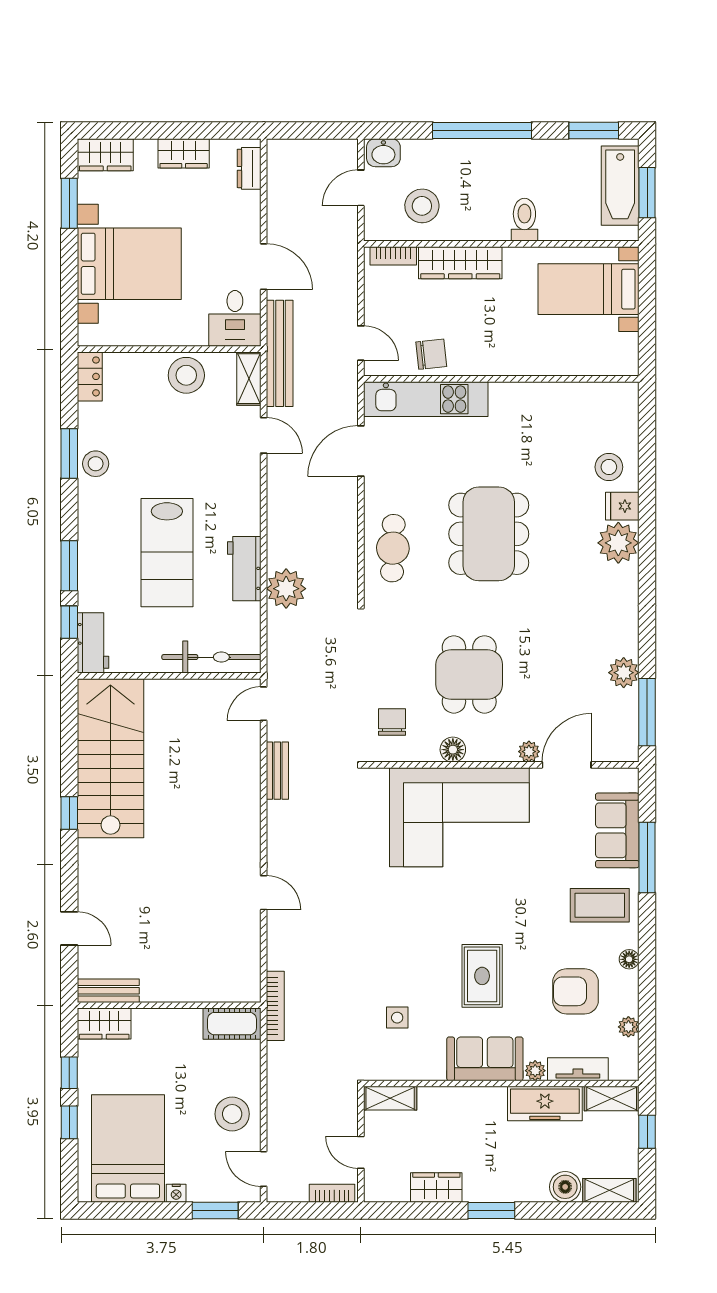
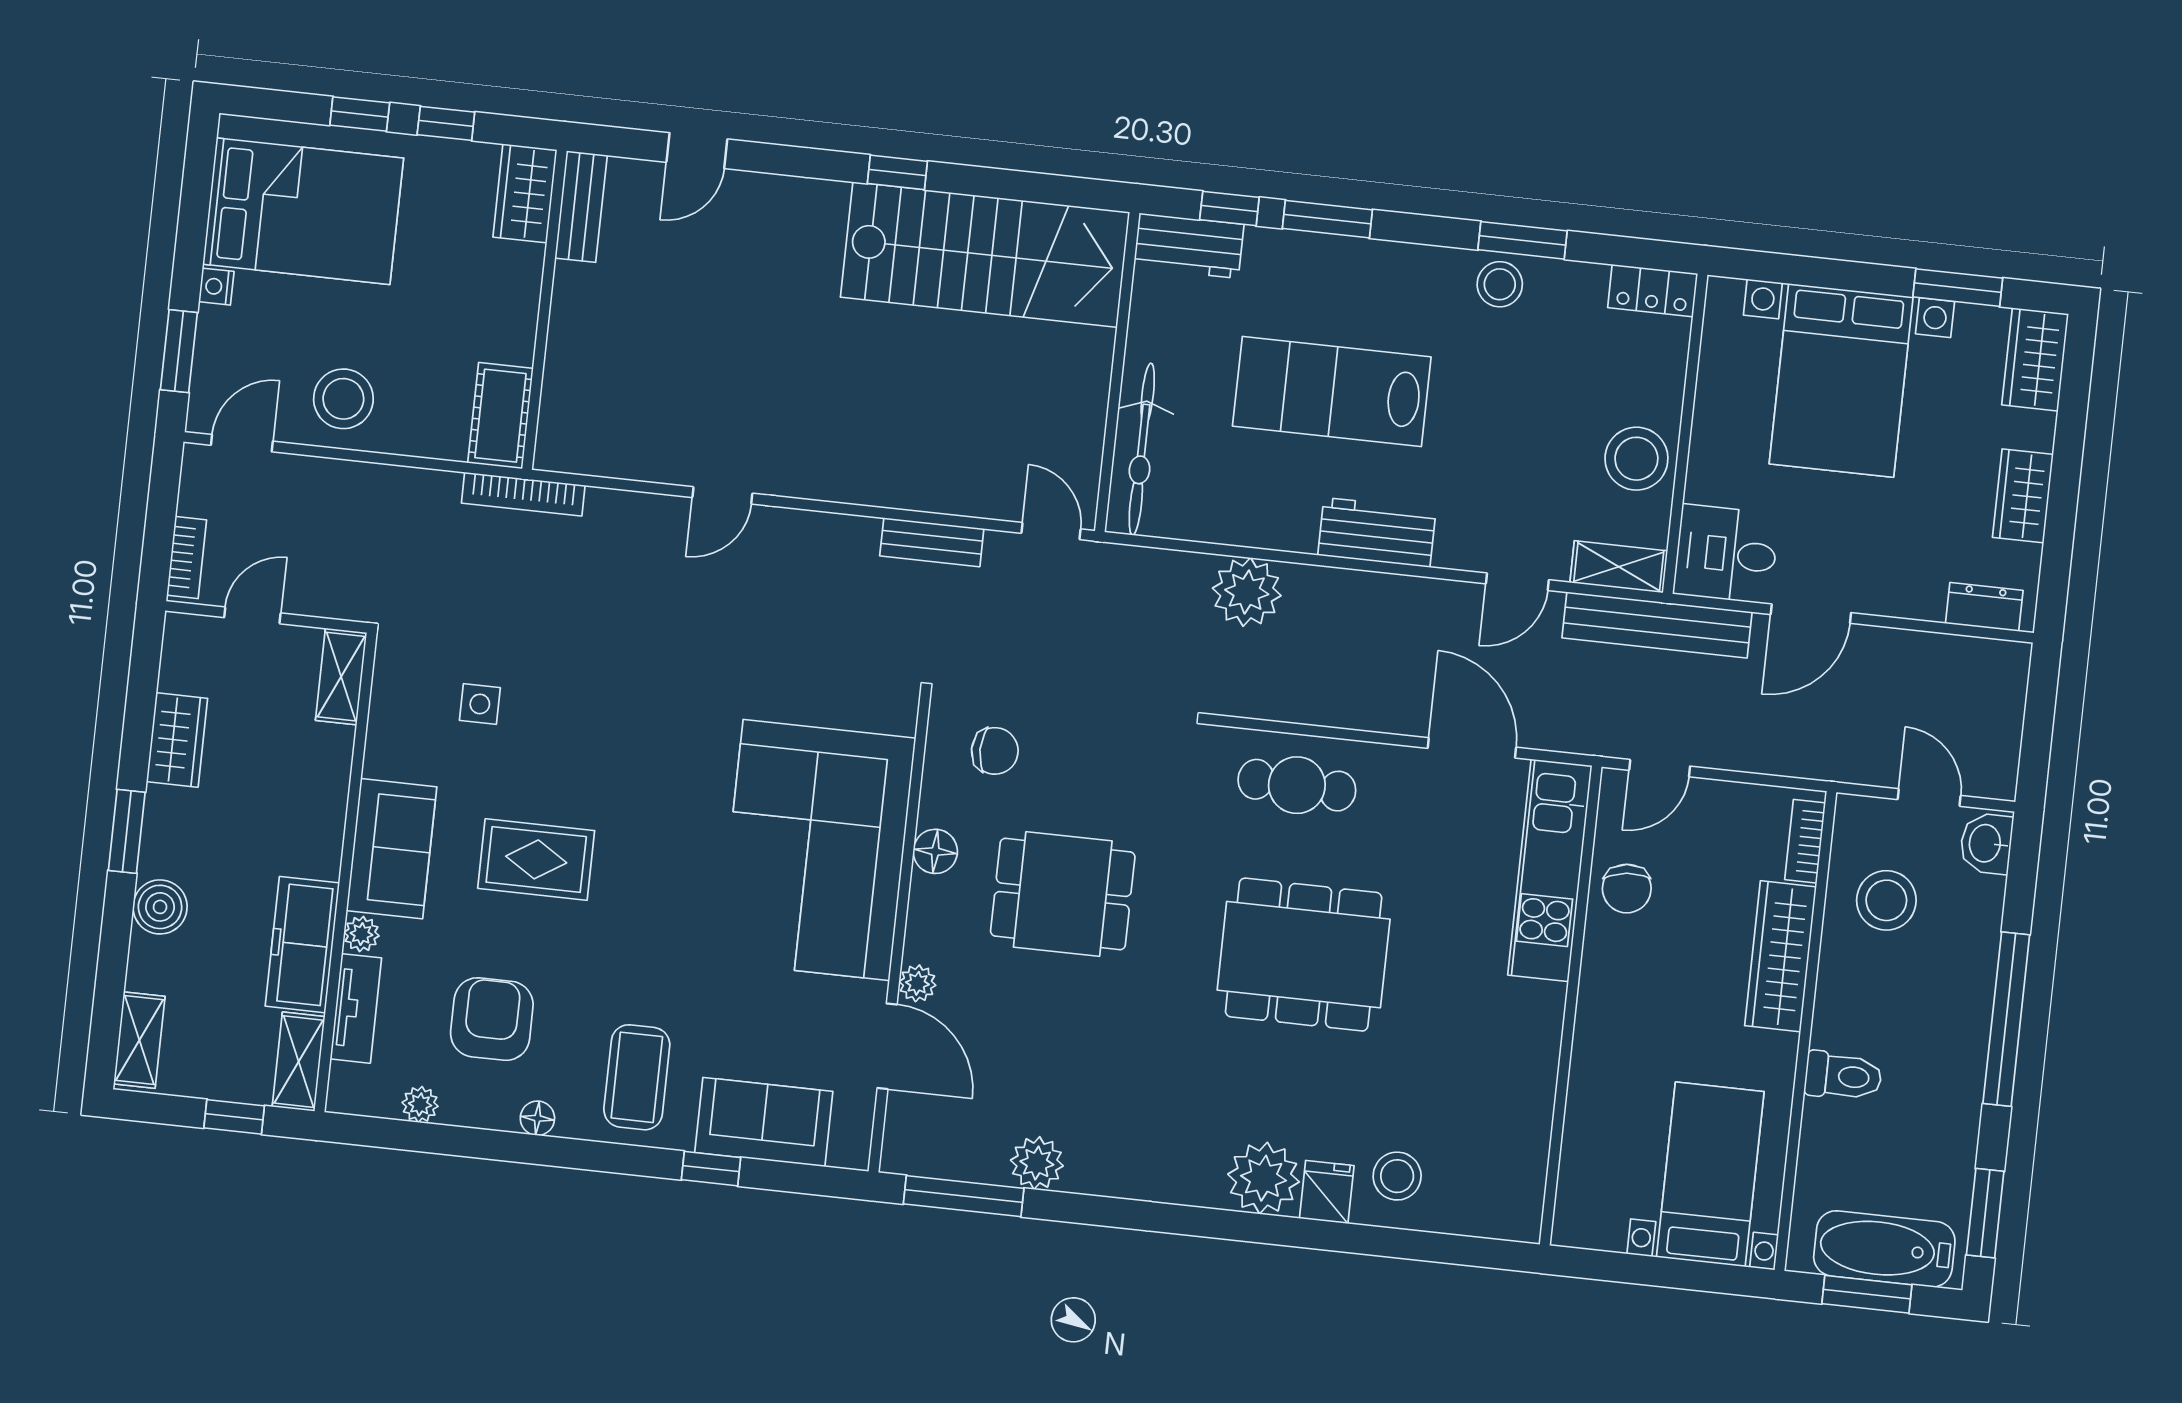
workbench: (244, 569) -> (1377, 532), moved
window: (647, 858) -> (711, 1169), width x0.46
boiler: (565, 1187) -> (160, 907), moved

